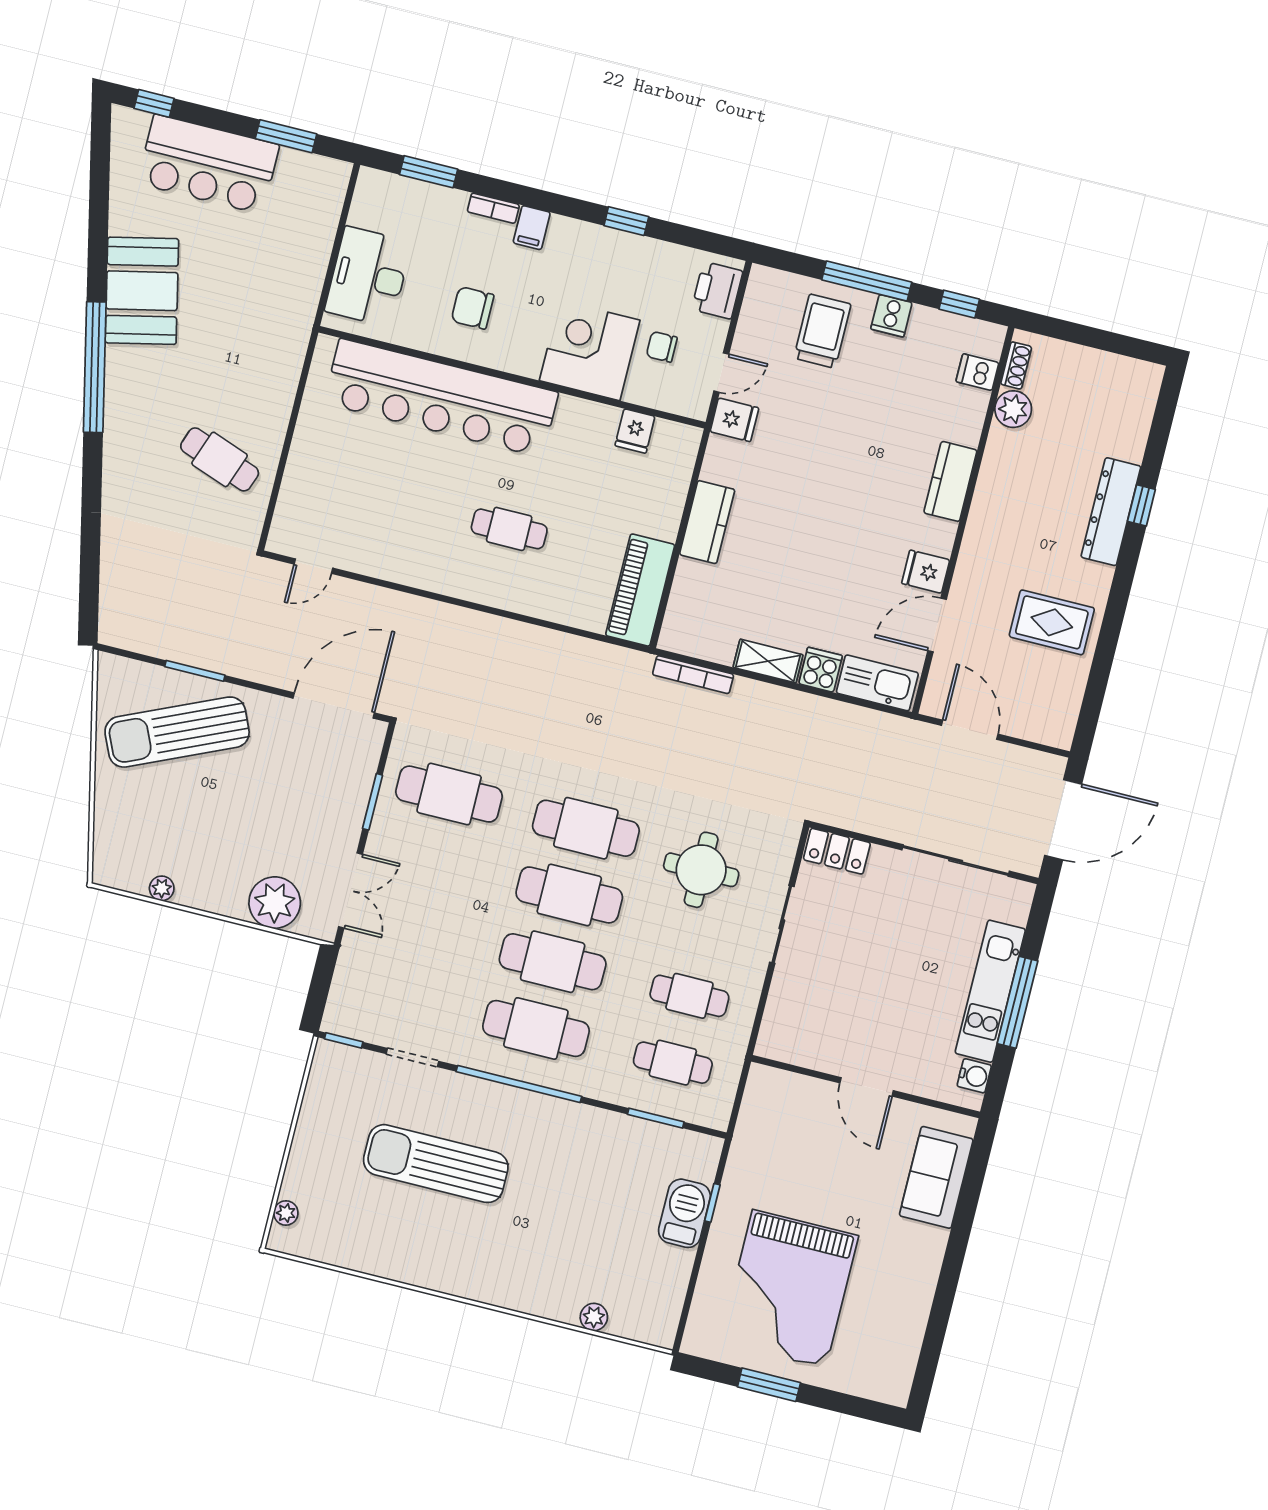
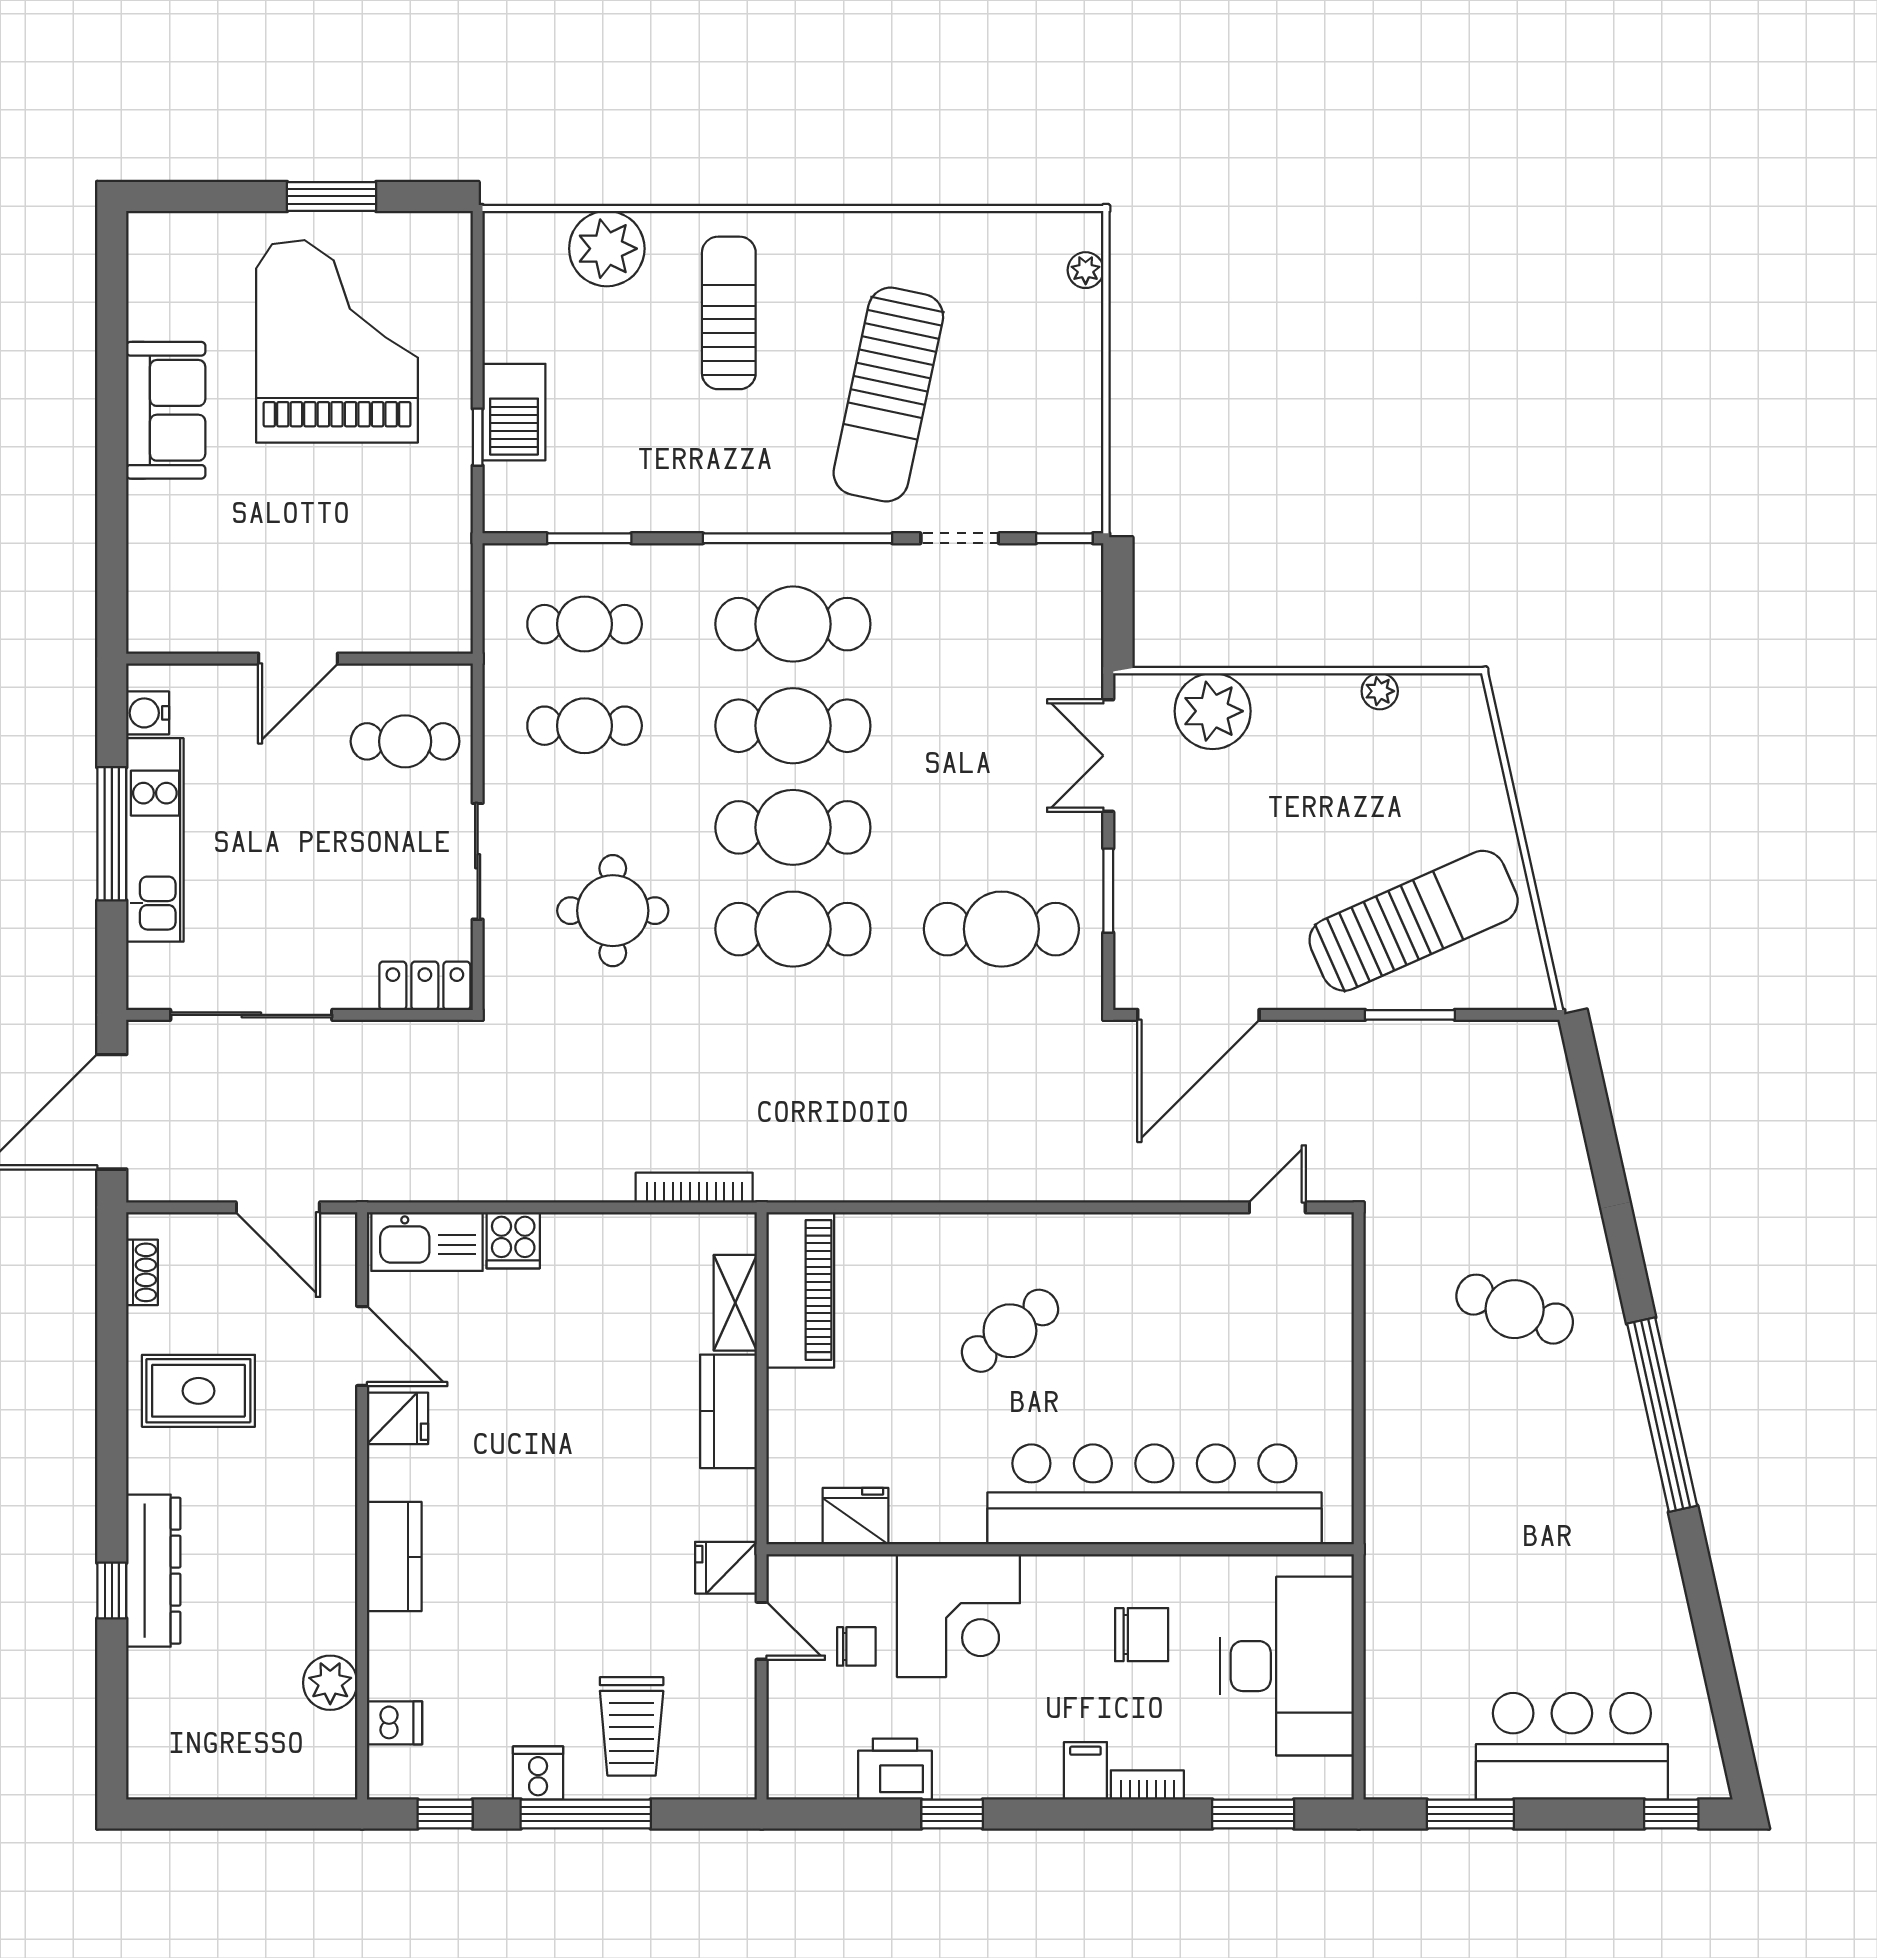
desk: (368, 277) -> (1287, 1666), width x1.36, depth x1.30
printer: (717, 290) -> (895, 1769), moved, turned -90
booth: (142, 291) -> (1622, 1541), removed
shoe rack: (1016, 365) -> (142, 1272), moved, turned 180
door: (721, 373) -> (762, 1631), swing flipped
fridge: (635, 431) -> (856, 1516), width x1.38
cafe table: (220, 459) -> (1515, 1309), moved
cafe table: (509, 529) -> (1010, 1331), turned -37
door: (937, 625) -> (362, 1346), hinge flipped
shelving: (768, 661) -> (735, 1303), moved, turned 90
cafe table: (810, 1015) -> (405, 741), added
door: (867, 1087) -> (298, 659), swing flipped
sun lounger: (436, 1164) -> (888, 395), turned 102
sofa: (936, 1177) -> (166, 410), moved
sun lounger: (527, 1243) -> (729, 313), added
plant: (594, 1317) -> (607, 249), width x1.88, depth x1.88

